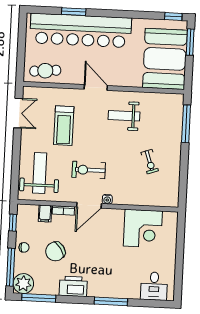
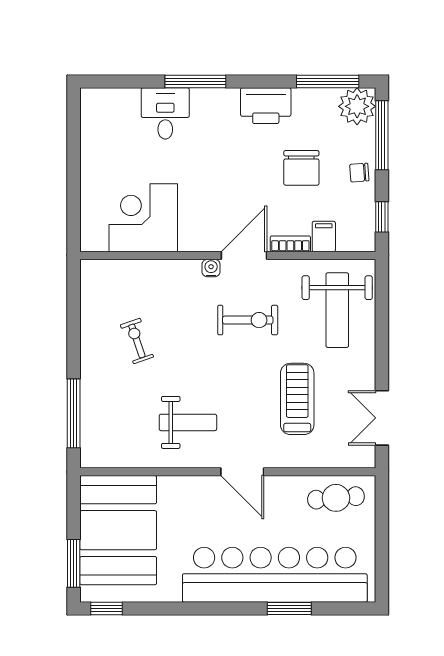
chair: (55, 251) -> (301, 168), turned 124
desk: (154, 286) -> (165, 113), moved

